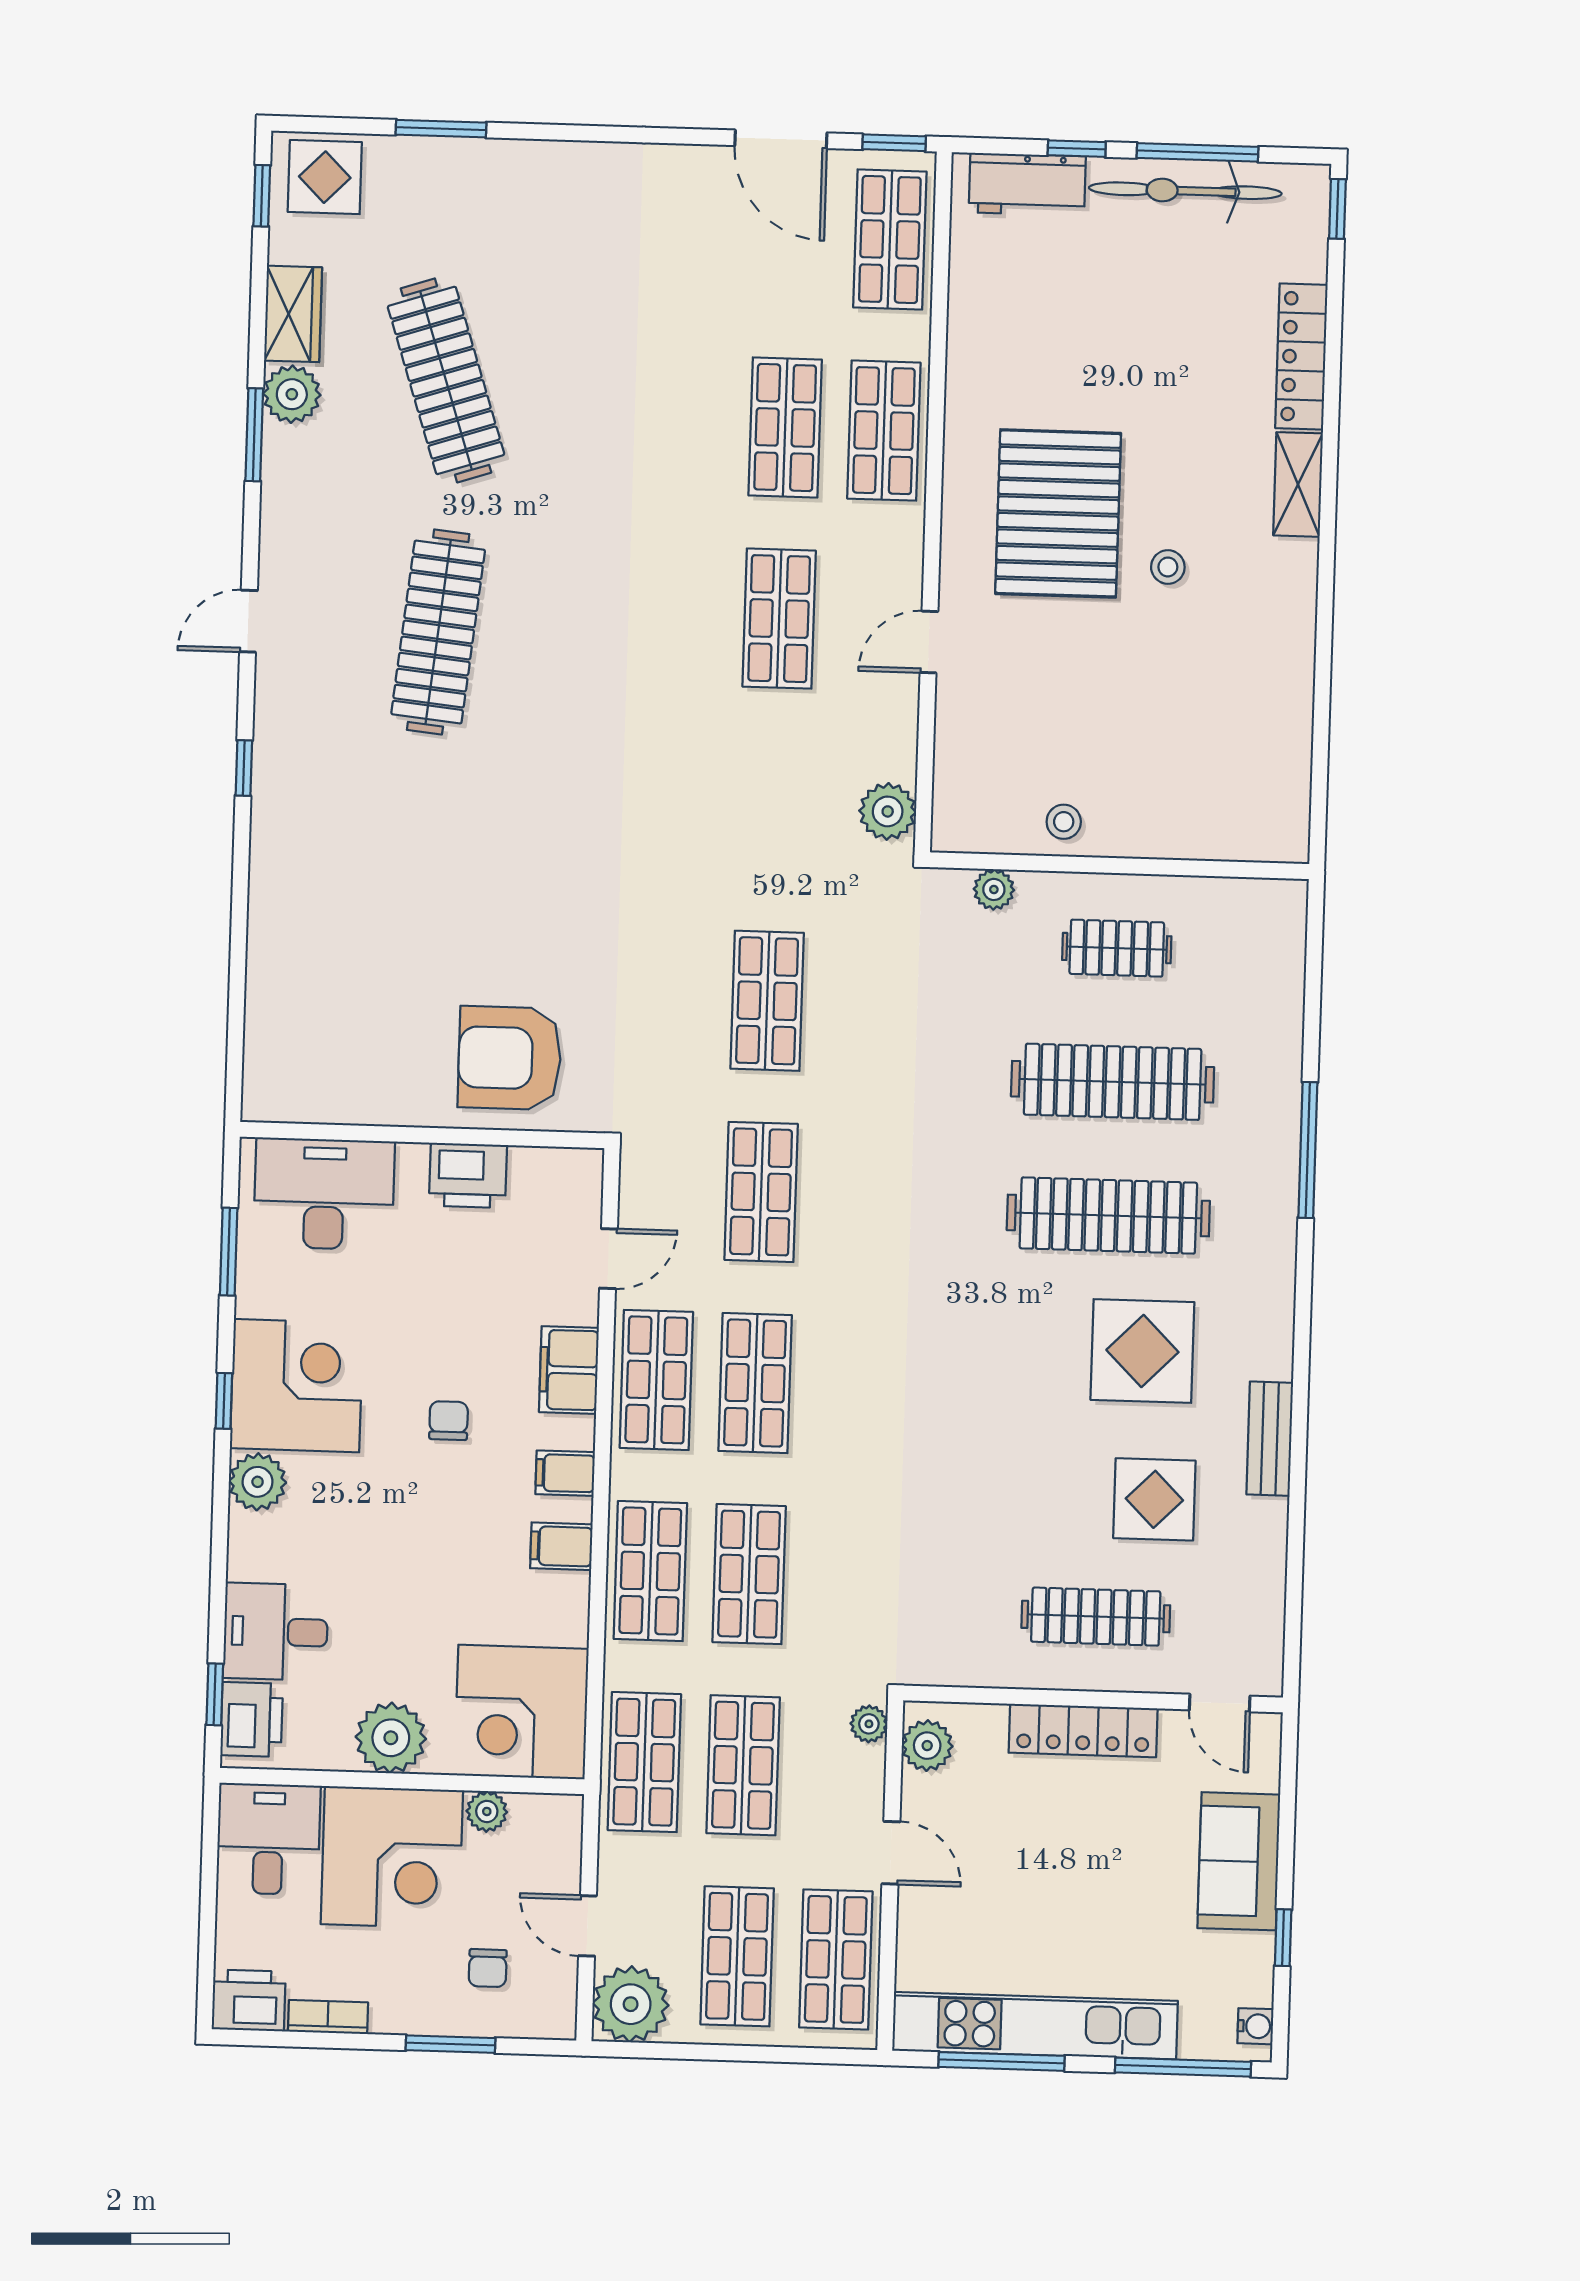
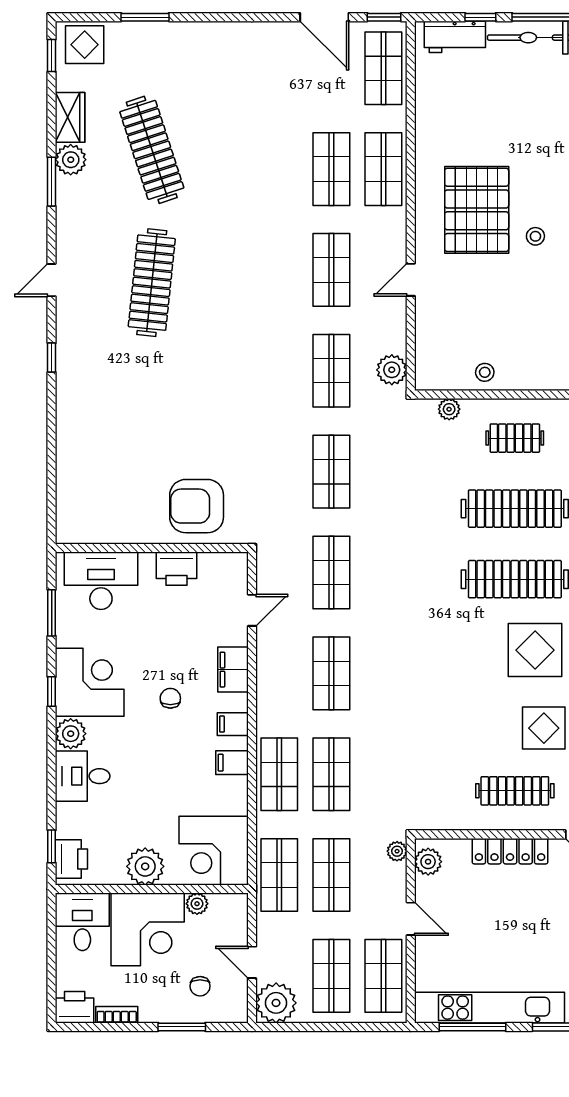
shop shelf: (656, 1380) -> (331, 371), moved
desk: (276, 1632) -> (83, 776), moved

